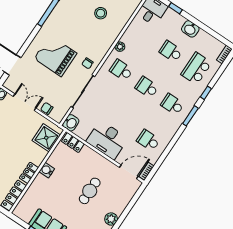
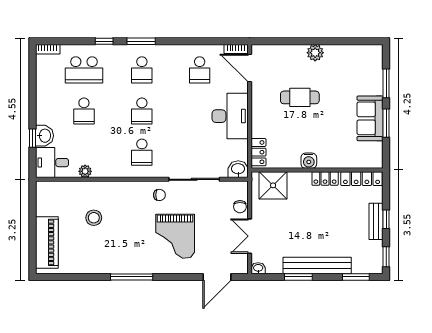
washbasin: (190, 29) -> (44, 136), moved
plant: (120, 47) -> (85, 171), moved

